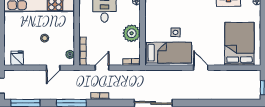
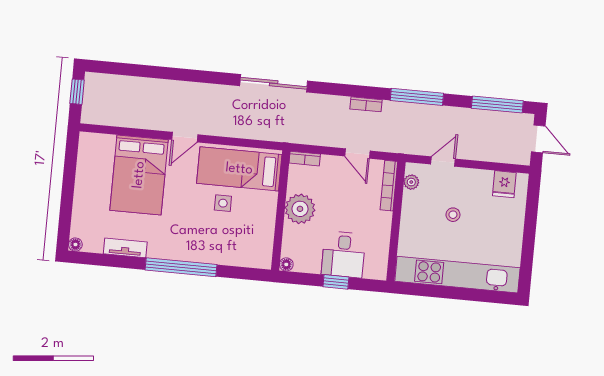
bed: (239, 44) -> (139, 175), moved
door: (102, 68) -> (357, 153), hinge flipped
door: (201, 68) -> (185, 137), hinge flipped

